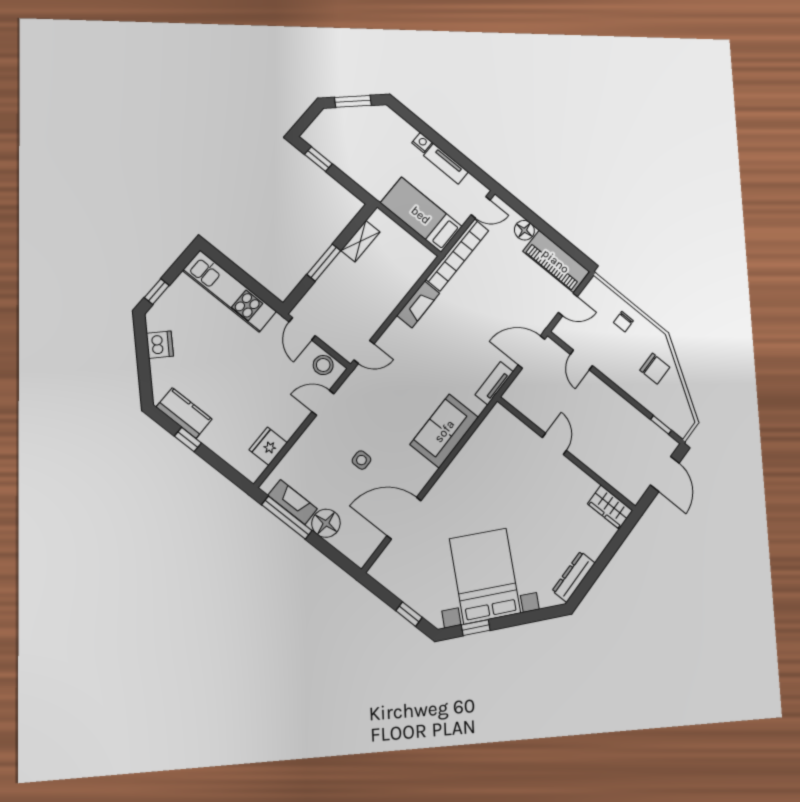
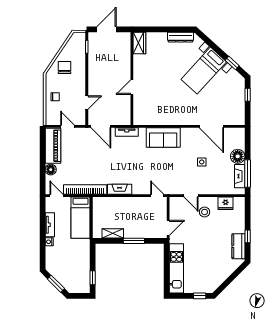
dishwasher: (160, 345) -> (219, 277), removed
stool: (323, 365) -> (205, 212), moved
bed with nightstands: (485, 576) -> (204, 71), width x0.73

